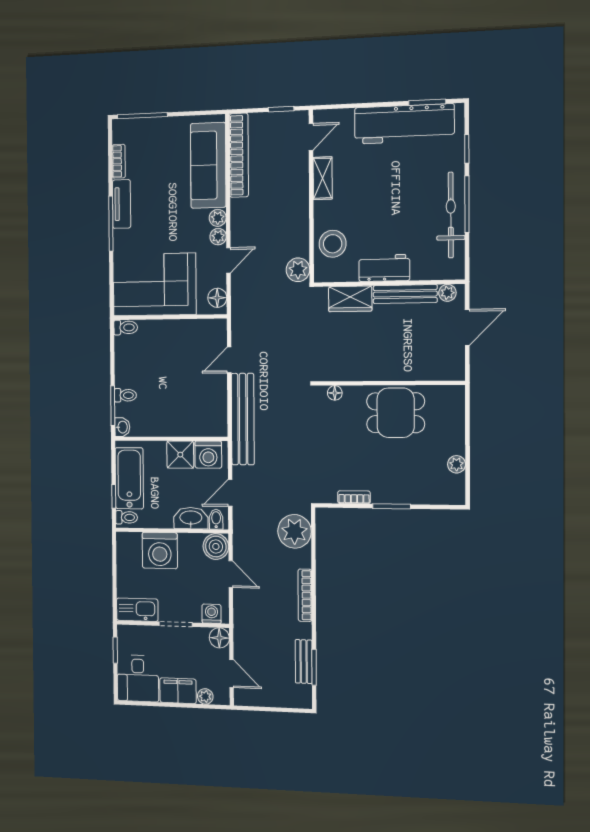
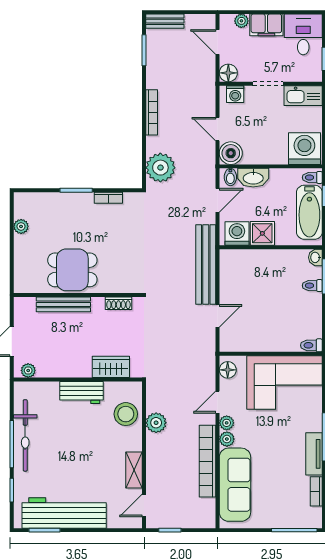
bookcase: (239, 155) -> (208, 461), moved
plant: (298, 270) -> (156, 423), moved
bench: (405, 294) -> (63, 304), moved
shoe rack: (342, 374) -> (118, 303), added
floor lamp: (335, 393) -> (125, 287), removed
washing machine: (160, 551) -> (304, 149), moved
bench: (304, 662) -> (165, 21), moved, turned 90

